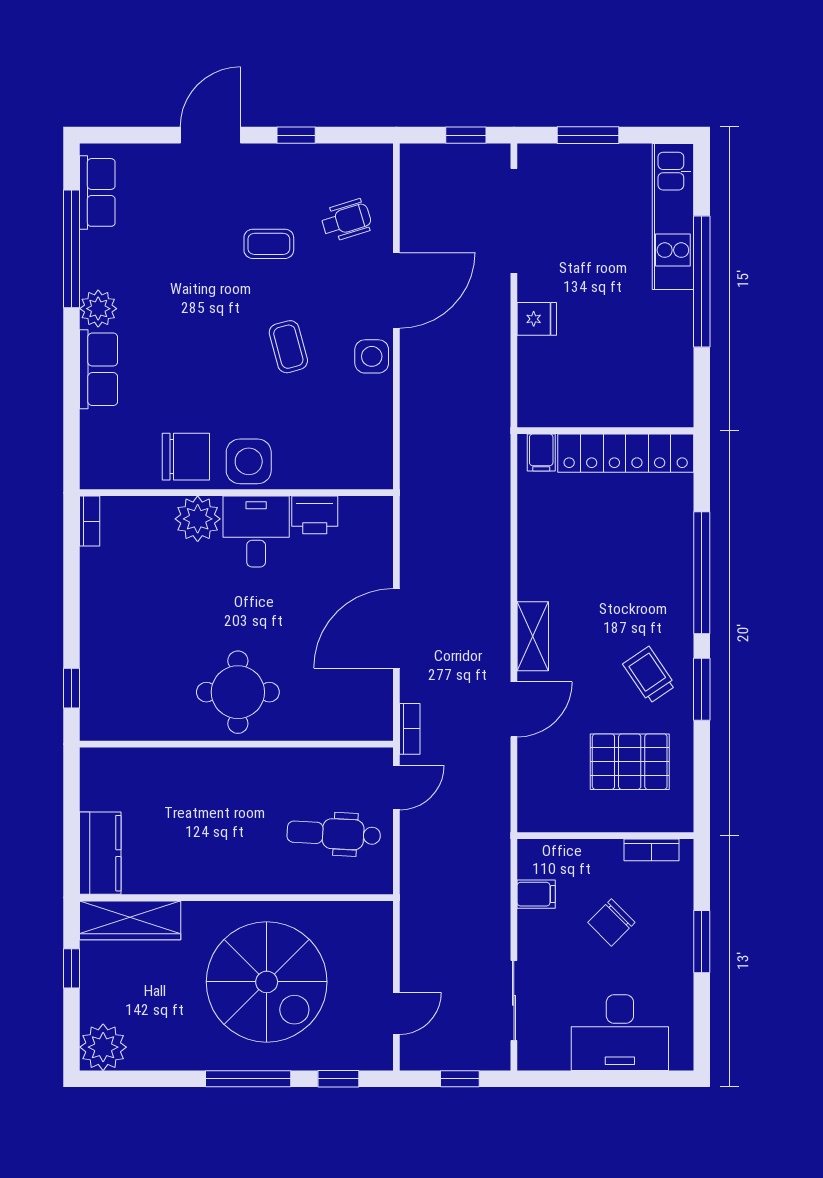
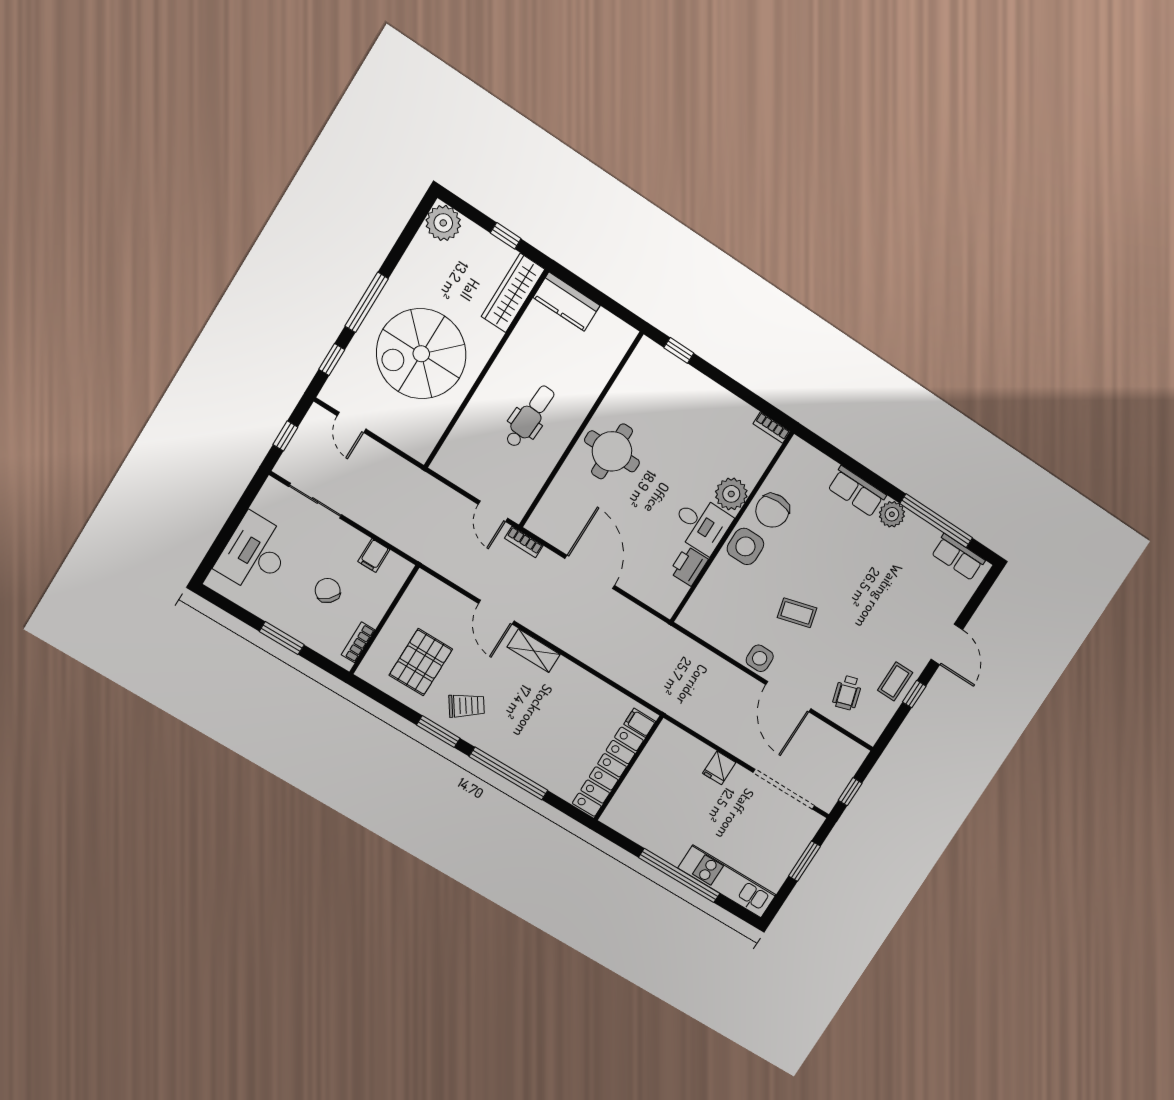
coffee table: (269, 244) -> (895, 681), moved
dental chair: (334, 834) -> (530, 416), moved

